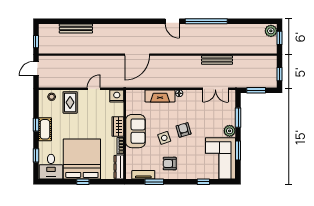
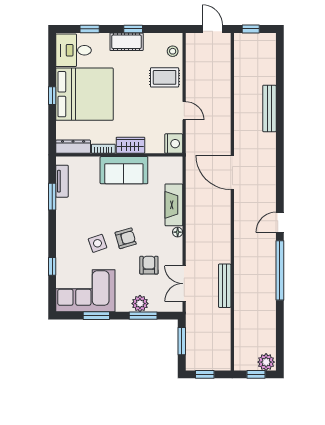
bench: (76, 28) -> (269, 108), moved
plant: (230, 131) -> (140, 304), moved
side table: (164, 138) -> (97, 243), moved
armchair: (170, 164) -> (149, 265), moved

